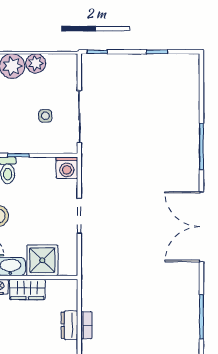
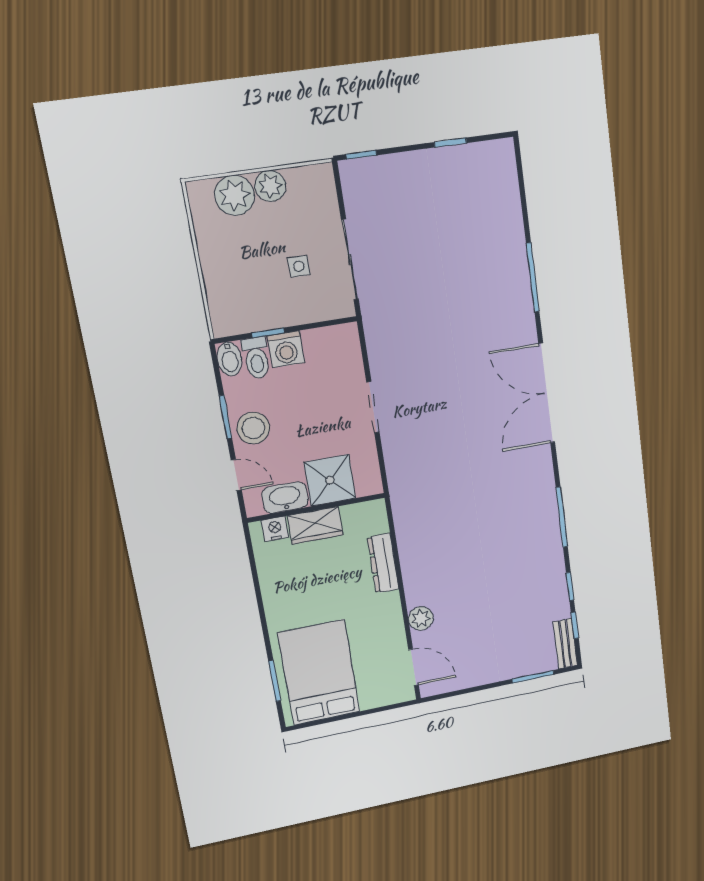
washing machine: (67, 168) -> (286, 349), moved
dresser: (69, 325) -> (383, 563), width x1.44
bookcase: (86, 325) -> (407, 559), removed

